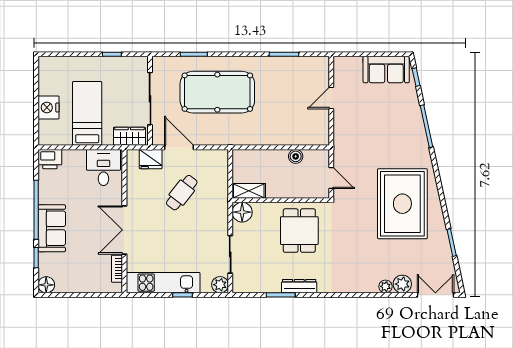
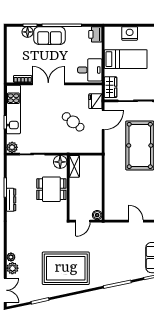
boiler: (296, 156) -> (97, 215), moved
dining table: (299, 231) -> (51, 189), moved
floor lamp: (46, 285) -> (28, 32), moved

